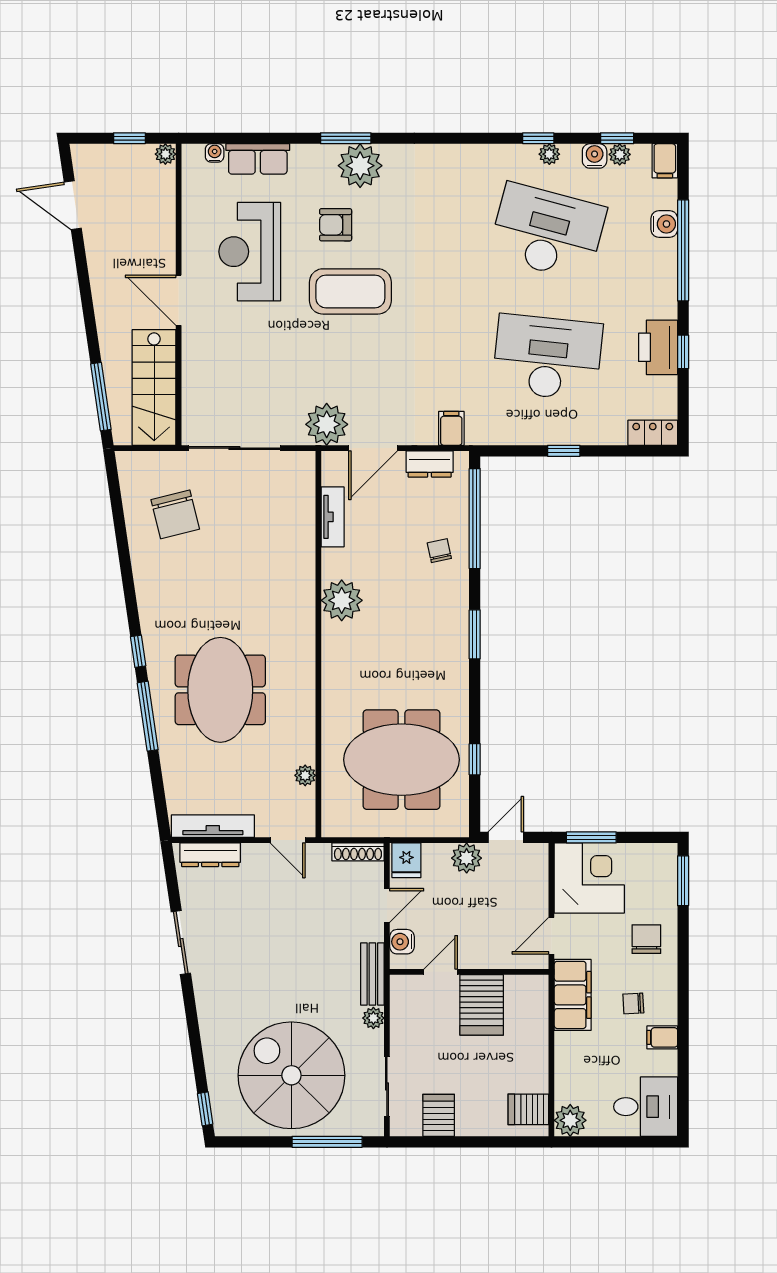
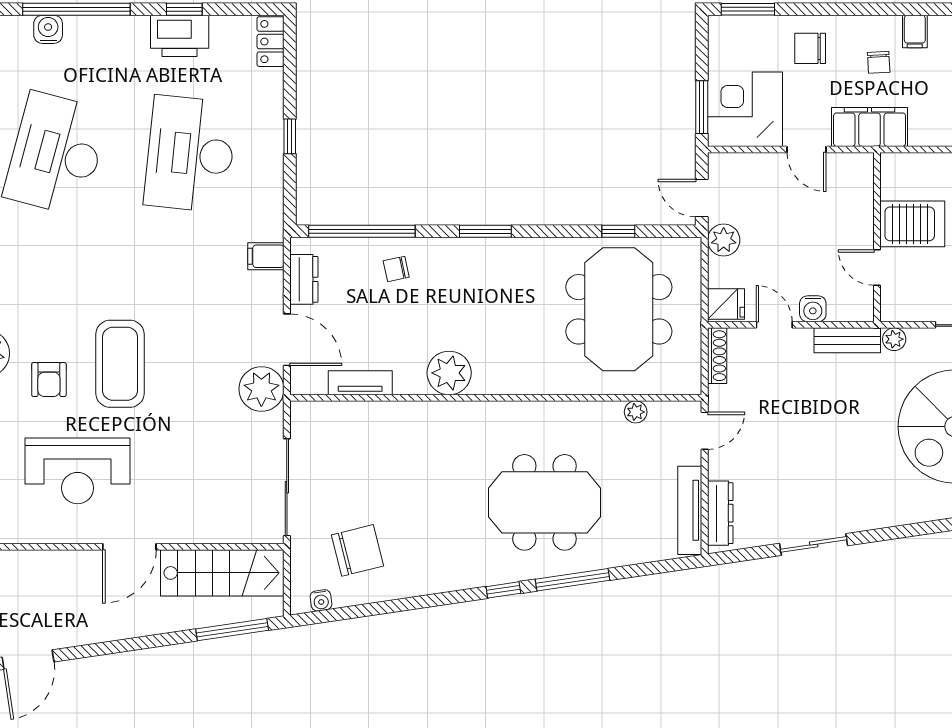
water cooler: (128, 480) -> (321, 600), added
door: (441, 972) -> (877, 268), moved
wall: (469, 972) -> (877, 237), moved
server rack: (482, 1005) -> (912, 224), moved

